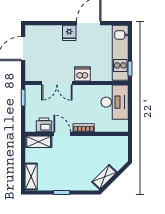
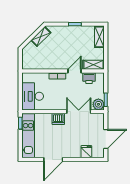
fridge: (69, 33) -> (86, 152), moved
plant: (32, 92) -> (98, 104), added
door: (62, 134) -> (75, 71), swing flipped

